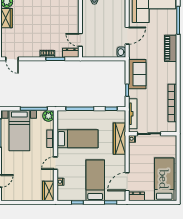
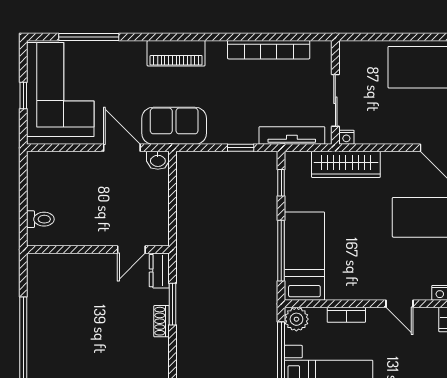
piano: (171, 48) -> (176, 53), moved
sofa: (137, 74) -> (174, 126), moved
bed: (77, 139) -> (304, 256), moved

